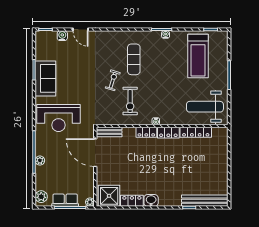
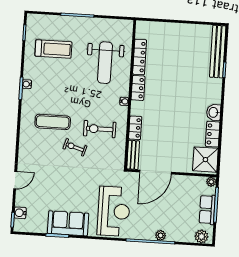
water cooler: (62, 36) -> (20, 213), moved
treadmill: (198, 56) -> (53, 49), width x0.73, depth x0.73
exercise bike: (130, 101) -> (100, 129), turned 180
weight bench: (205, 107) -> (105, 63), moved
locker: (146, 132) -> (135, 128), moved

